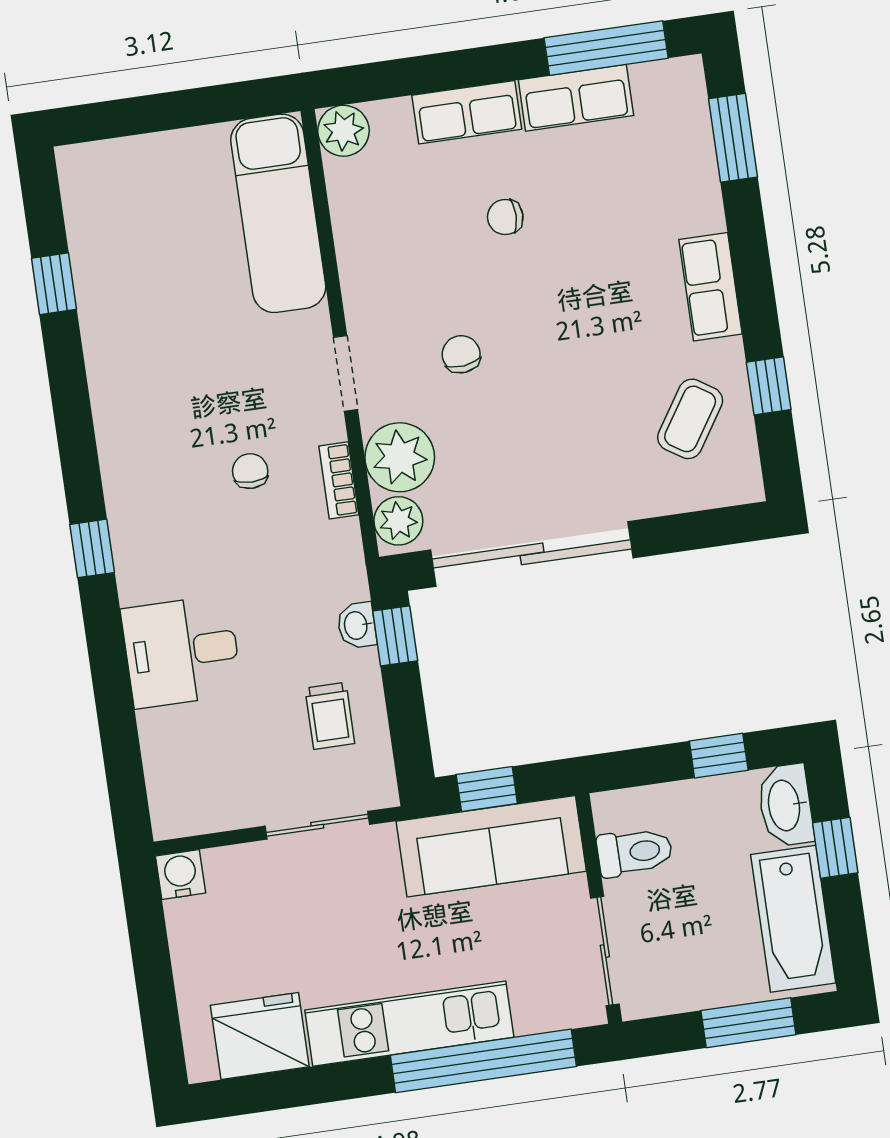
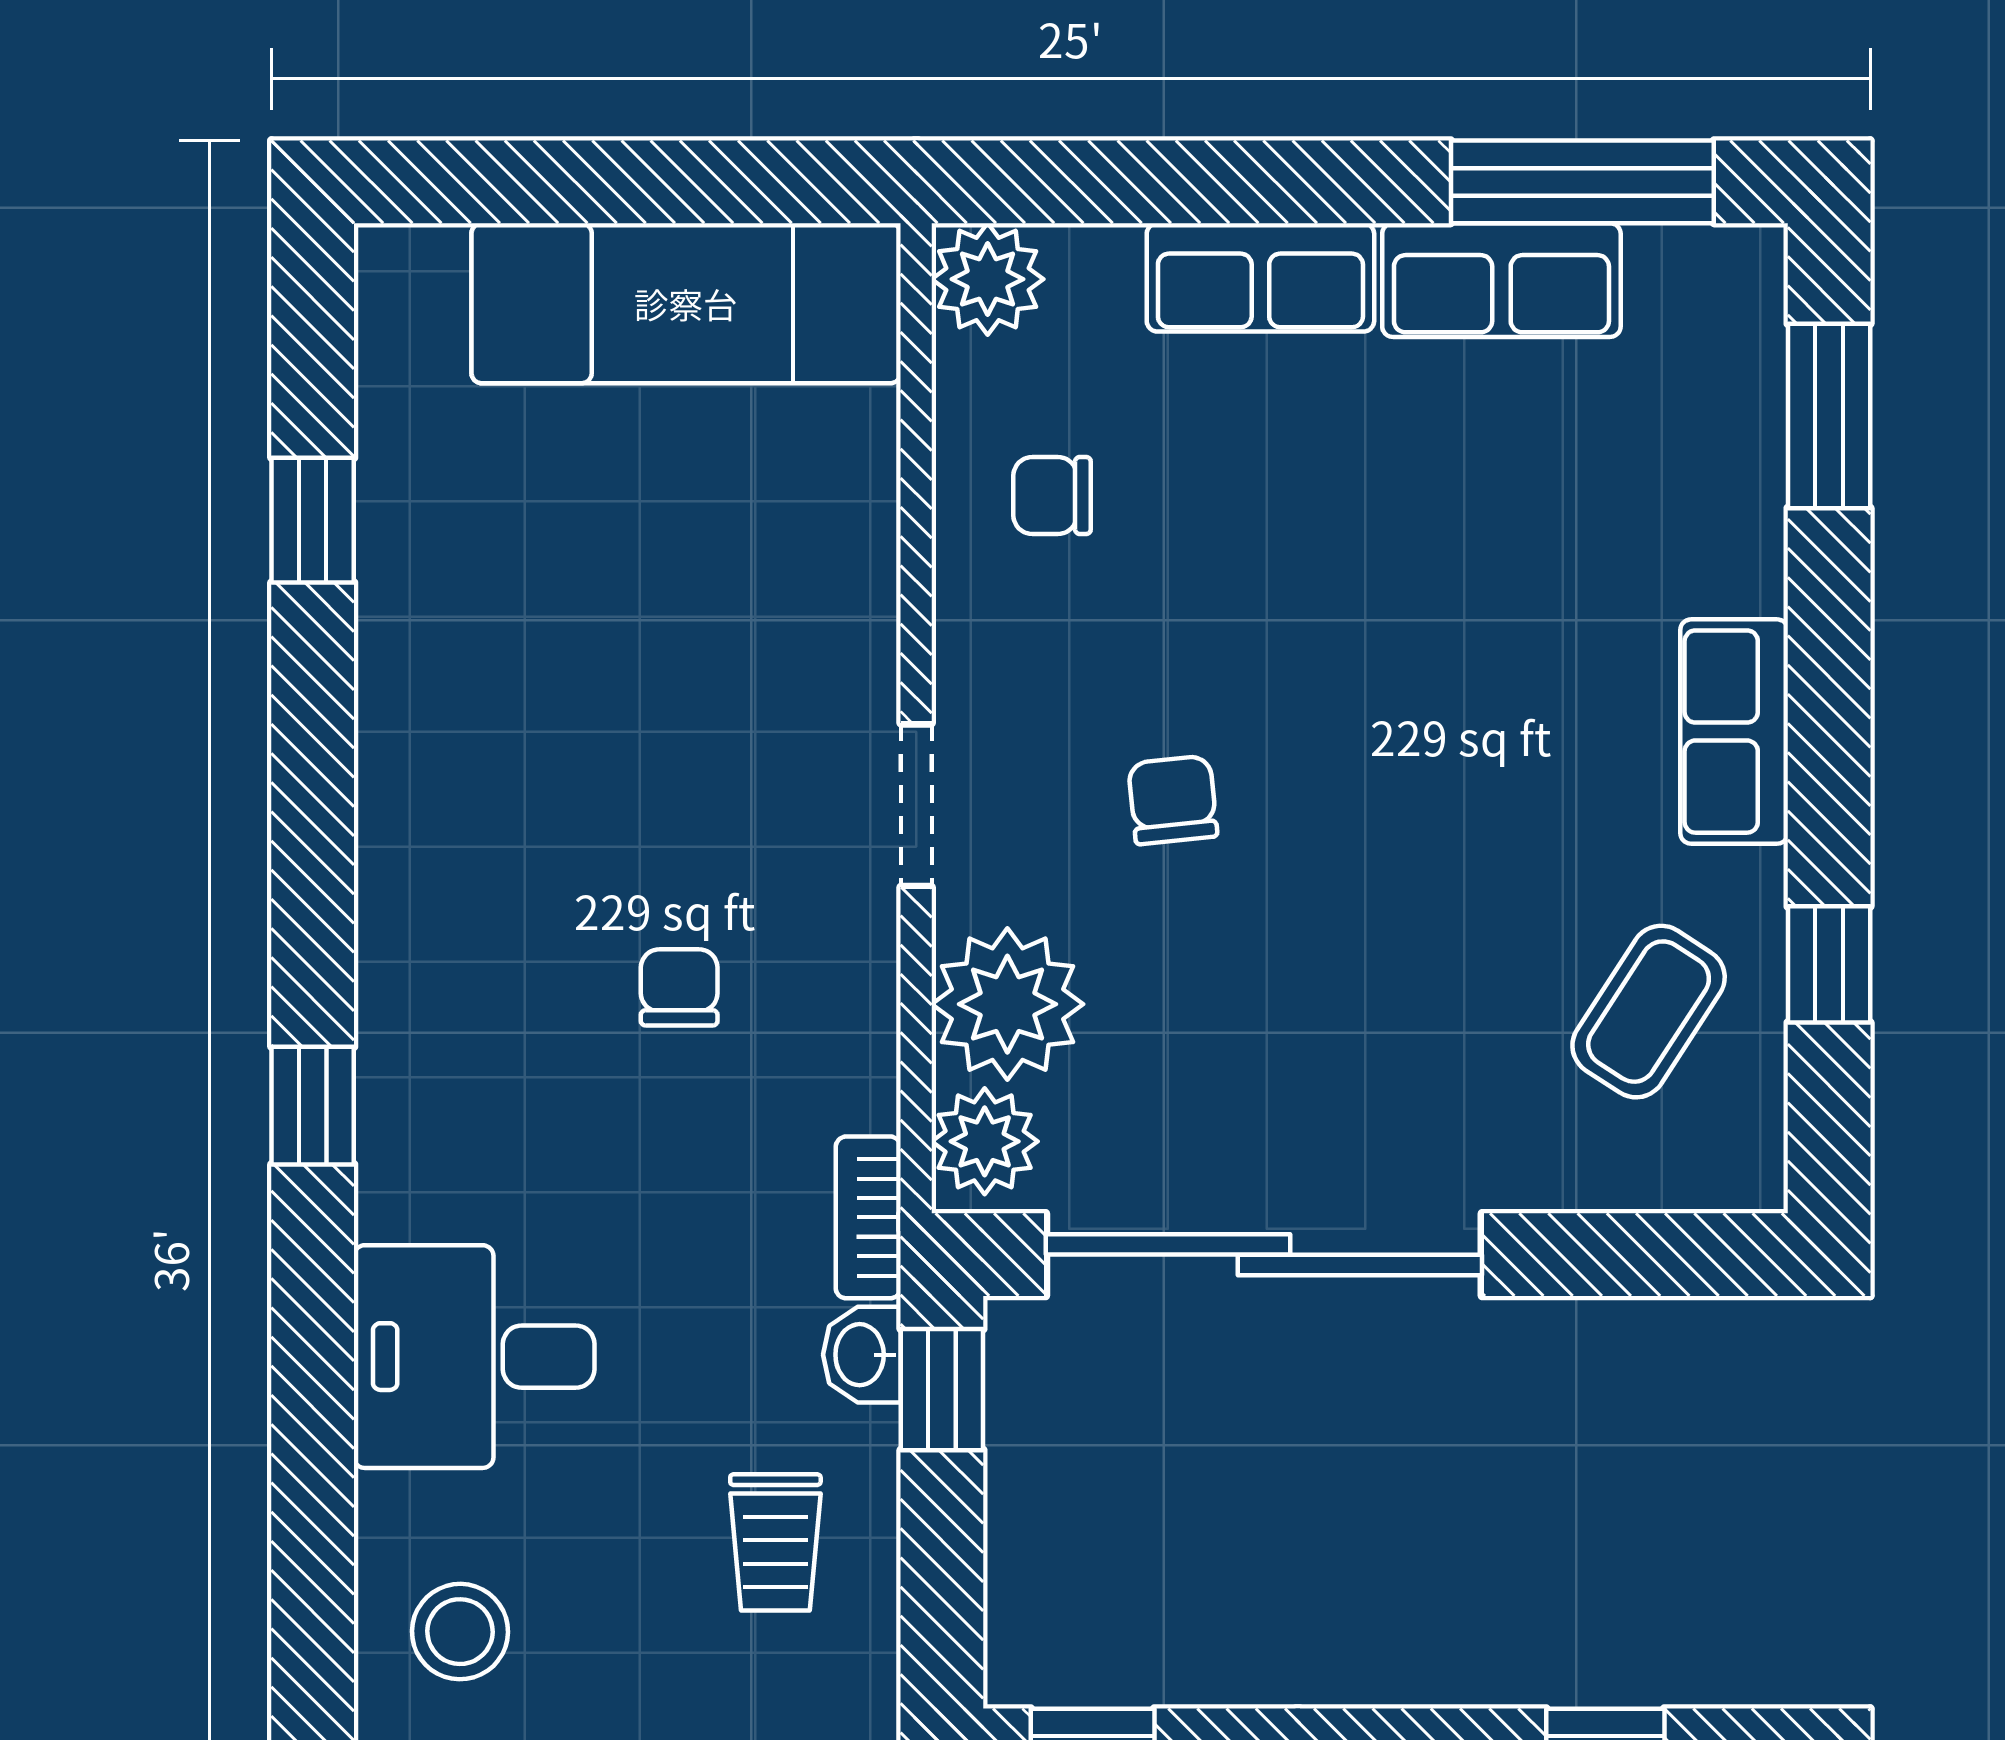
exam couch: (278, 213) -> (686, 303), moved, turned -90
chair: (505, 217) -> (1052, 495), moved
bookcase: (339, 480) -> (868, 1217), moved
stool: (193, 777) -> (460, 1632), added

